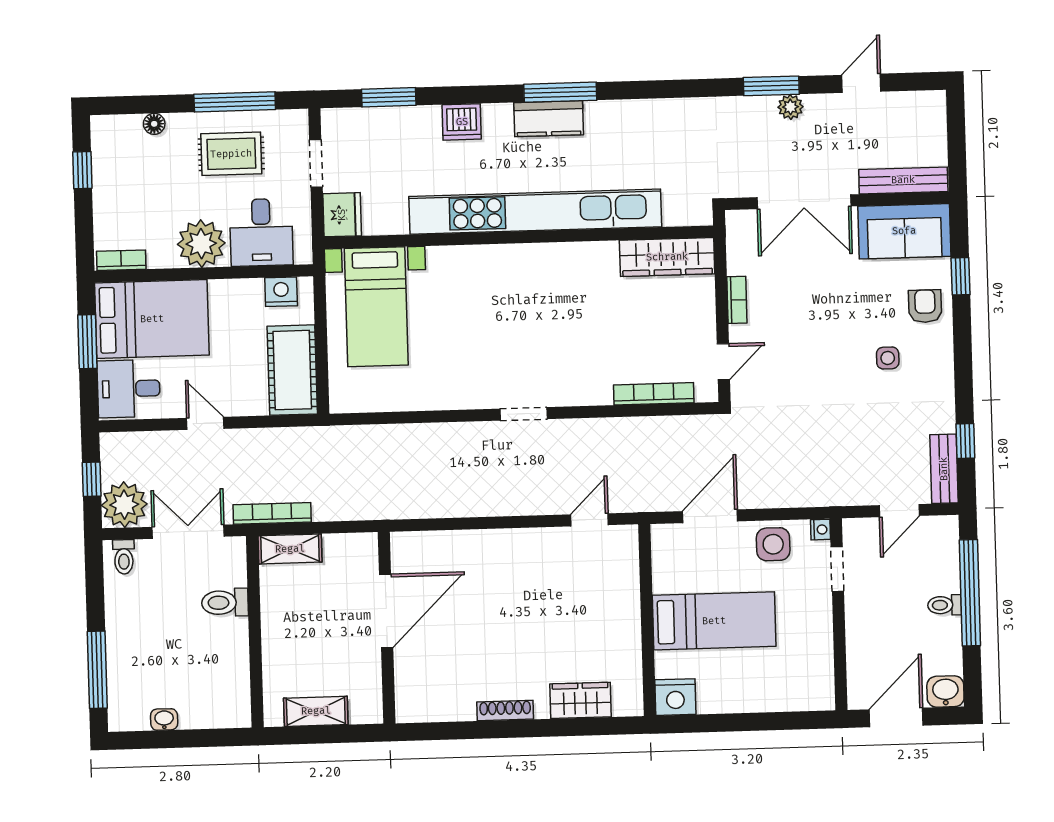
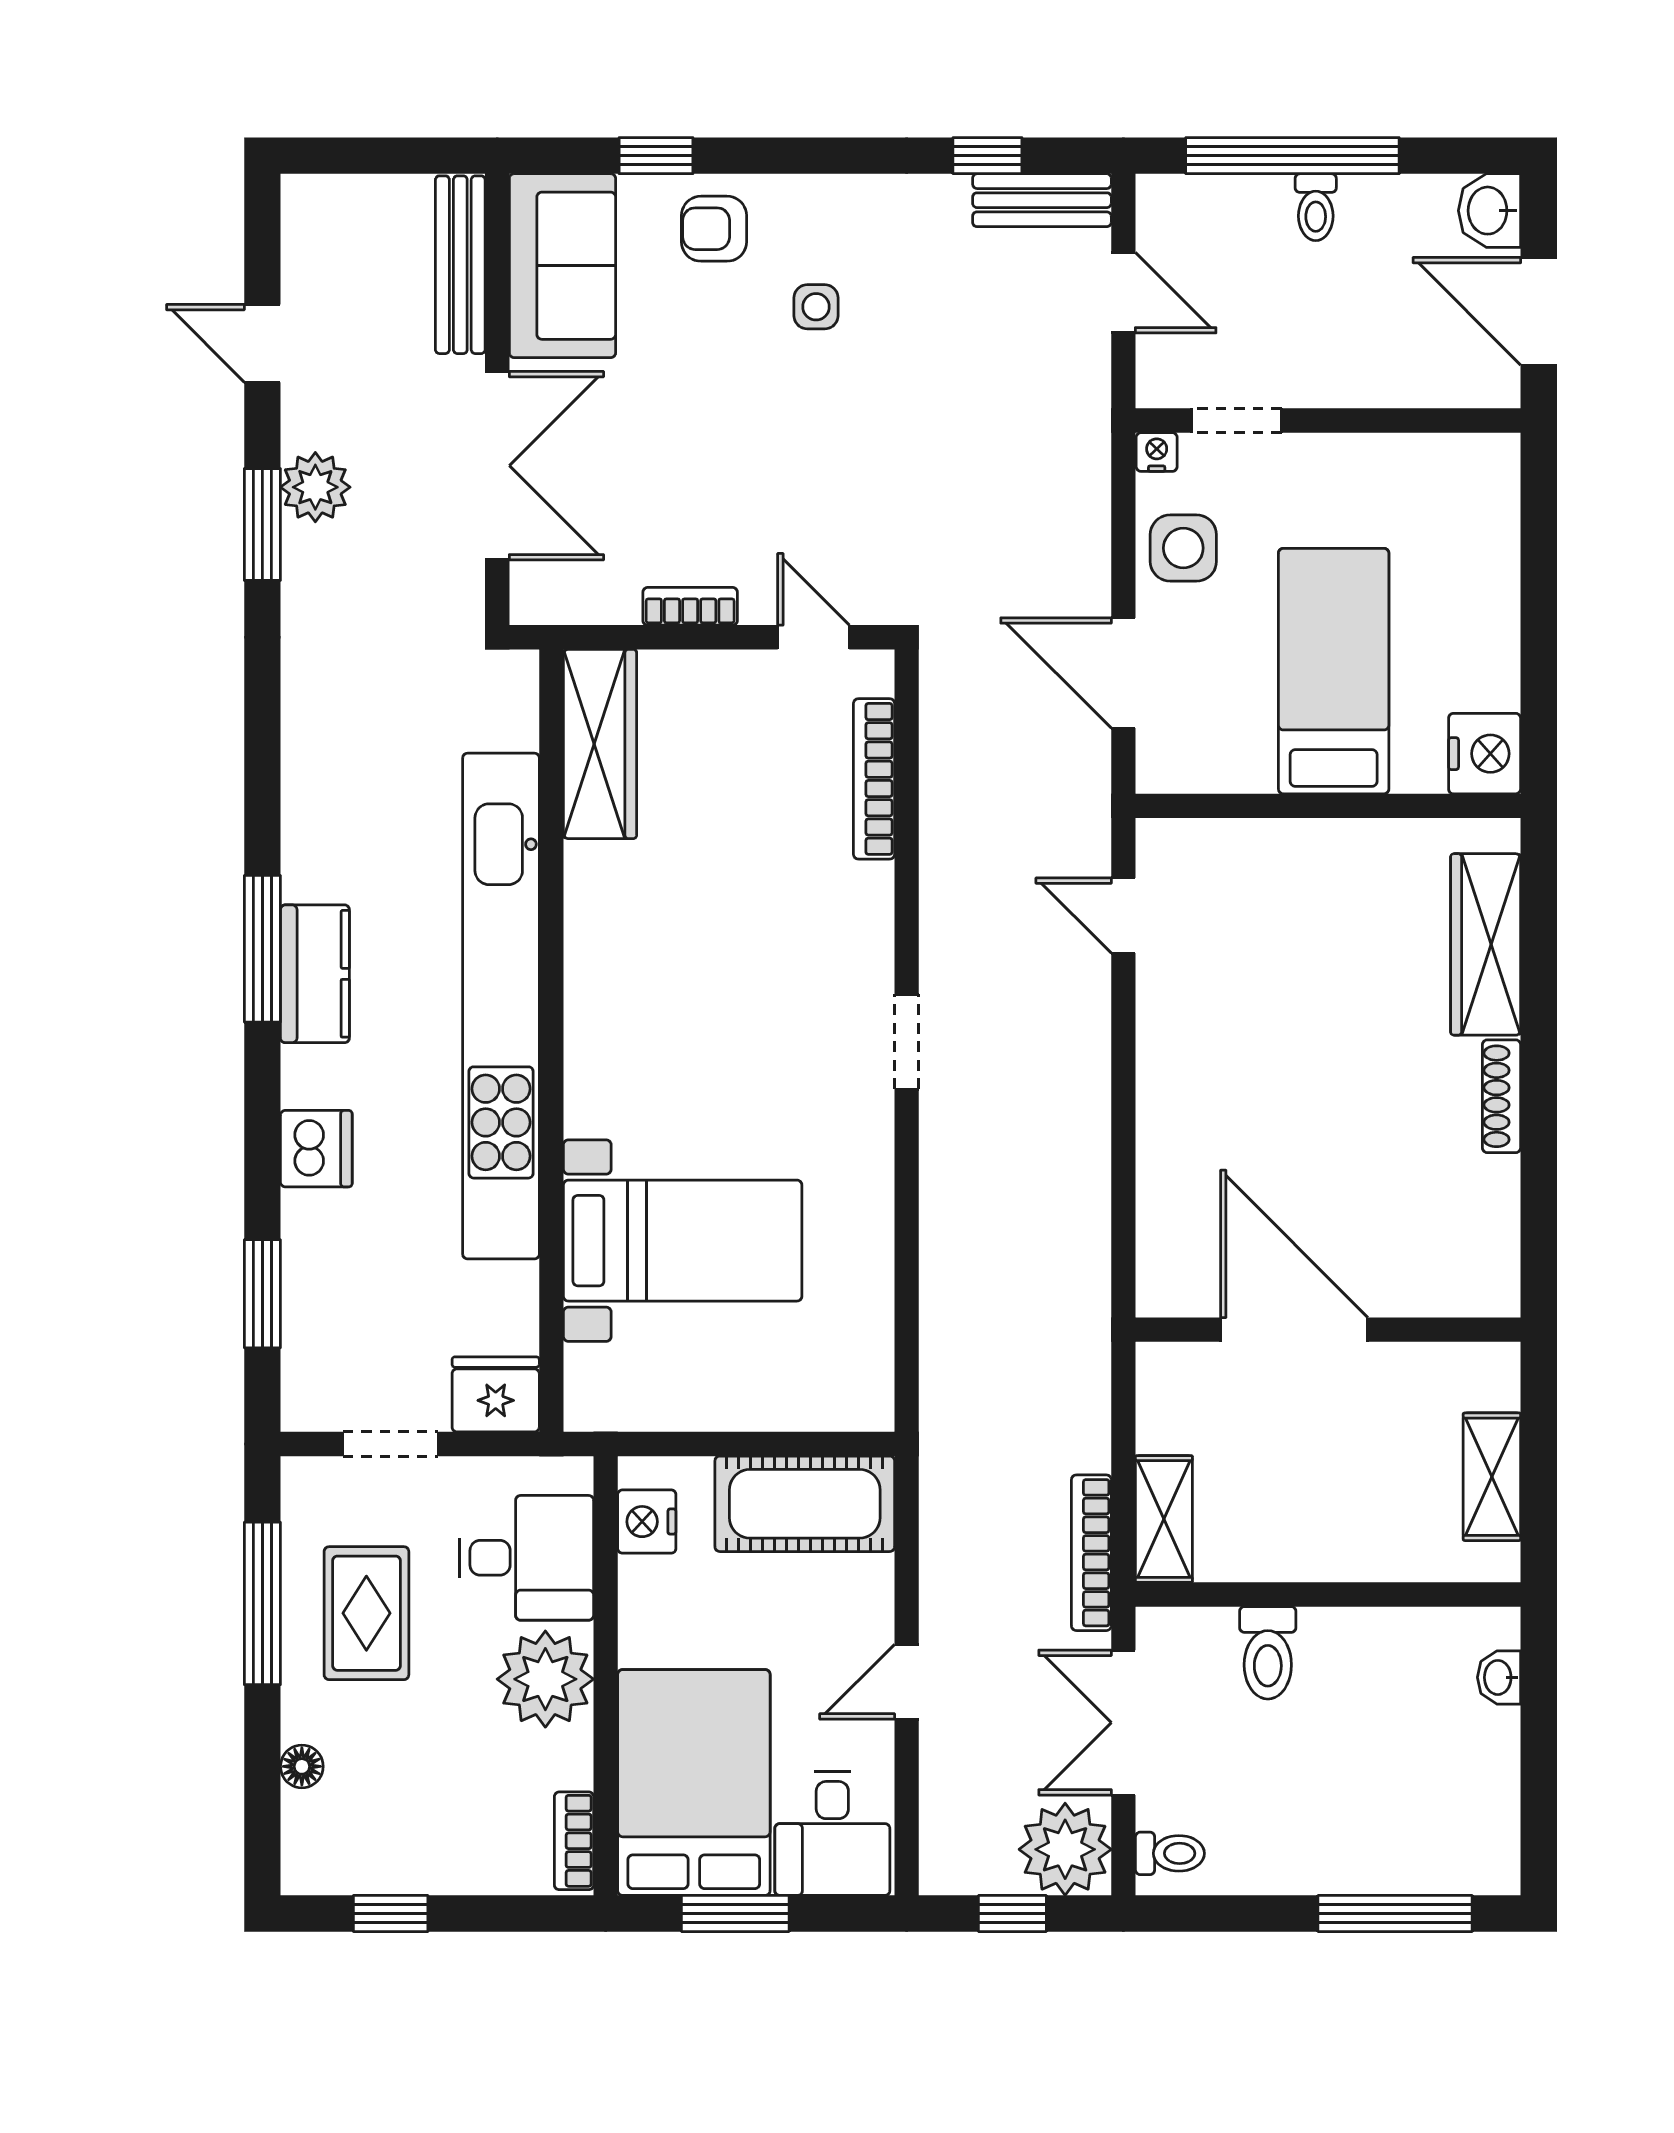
plant: (790, 107) -> (315, 487), width x1.38, depth x1.38
bed with nightstands: (376, 307) -> (683, 1241), moved
wardrobe: (580, 700) -> (1486, 944), width x1.50
washbasin: (164, 719) -> (1499, 1677), moved

